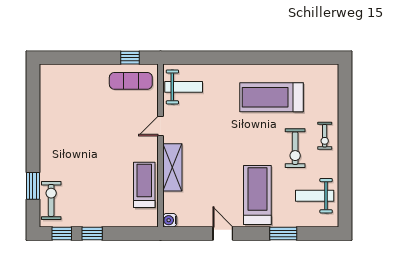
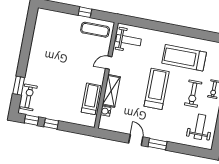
window: (130, 58) -> (85, 12), moved
treadmill: (257, 195) -> (157, 89), moved
weight bench: (315, 196) -> (200, 127), turned 90
water cooler: (170, 220) -> (106, 111), moved
window: (283, 233) -> (158, 144), moved

